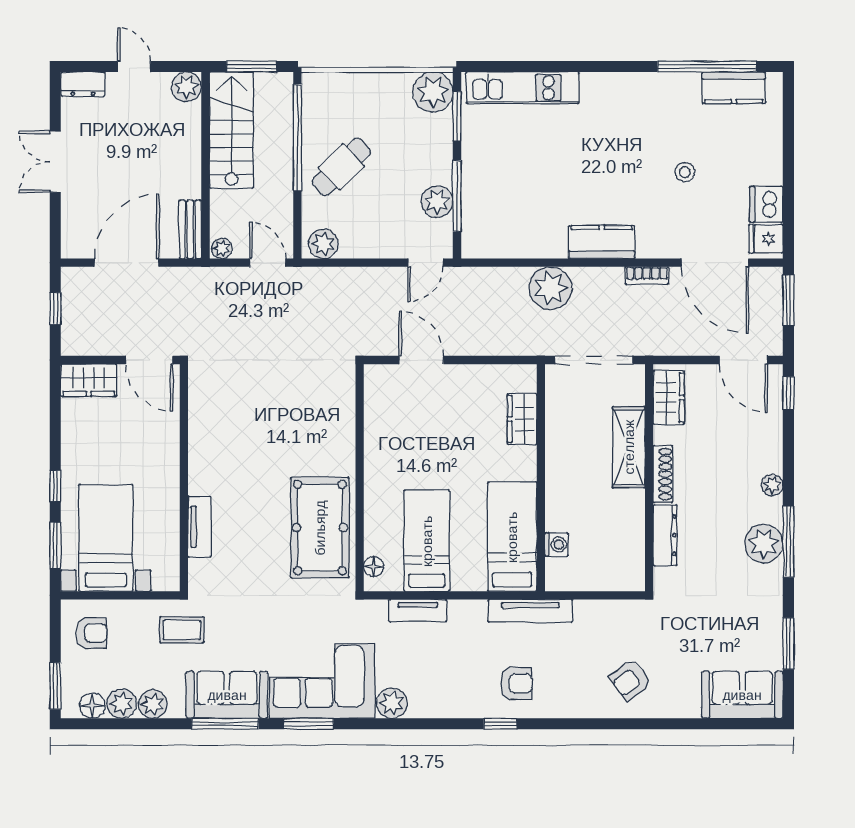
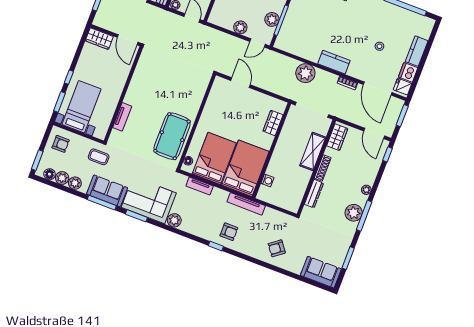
kitchen counter: (734, 88) -> (417, 51), moved, turned 90
plant: (323, 244) -> (240, 27), moved
bed: (512, 537) -> (245, 168), width x1.50
bed: (427, 541) -> (214, 158), width x1.50

